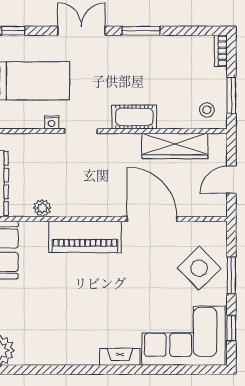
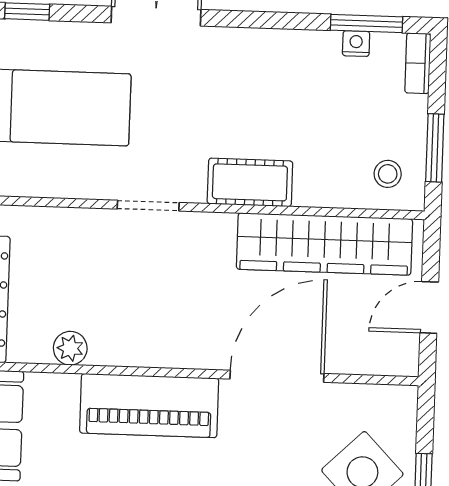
window: (141, 31) -> (366, 23), moved
nightstand: (52, 122) -> (356, 44), moved, turned 180
wardrobe: (175, 146) -> (324, 244), width x1.40, depth x1.17
door: (152, 219) -> (277, 376), hinge flipped

